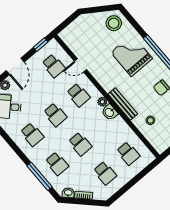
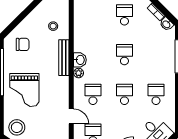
school desk: (128, 154) -> (93, 15), removed
school desk: (57, 164) -> (156, 55), removed

